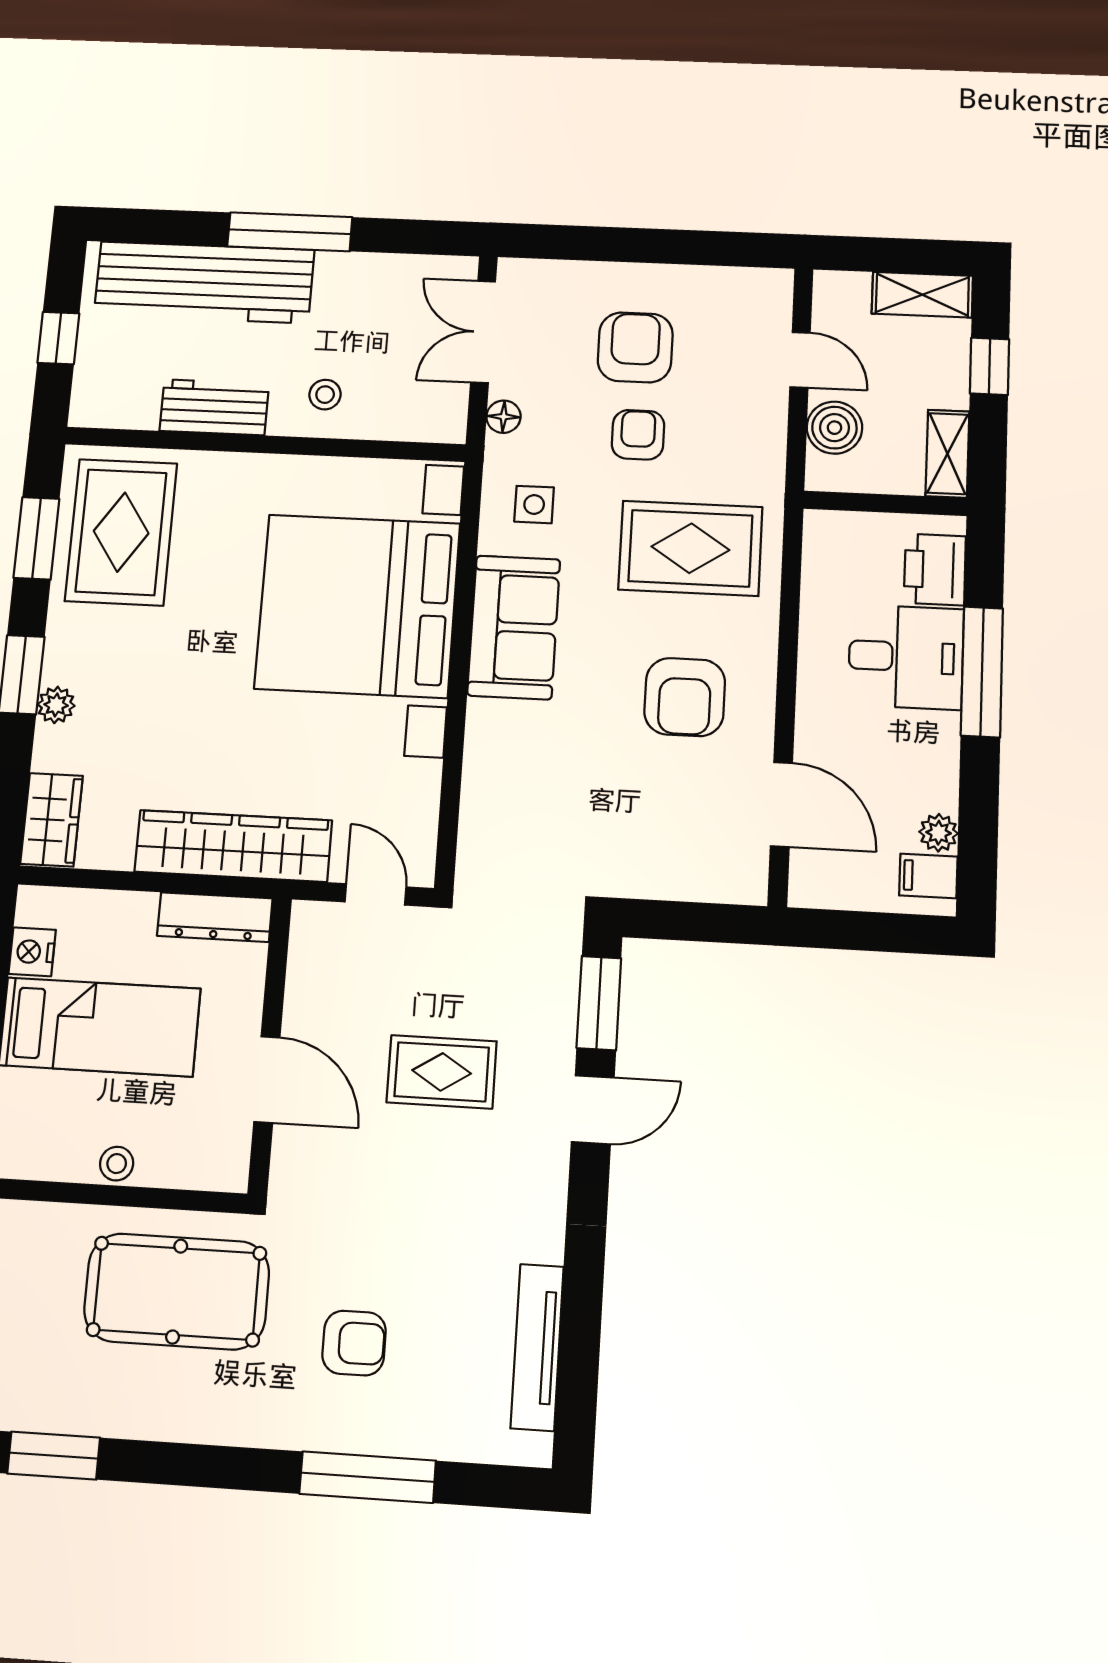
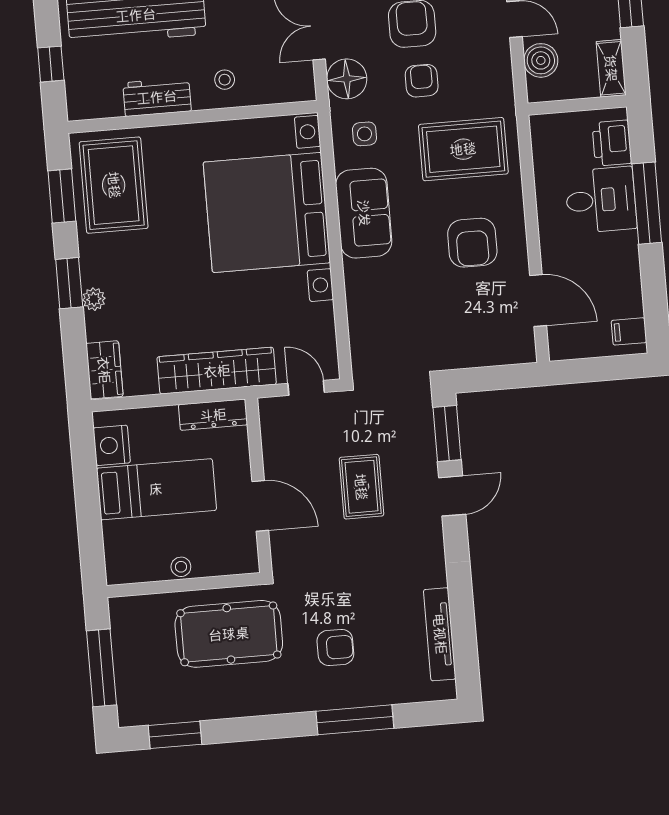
floor lamp: (504, 417) -> (347, 79), width x1.89, depth x1.89
plant: (939, 833) -> (632, 305), removed
nightstand: (32, 952) -> (112, 445), width x1.36, depth x1.33
rug: (442, 1072) -> (361, 487), turned 90

